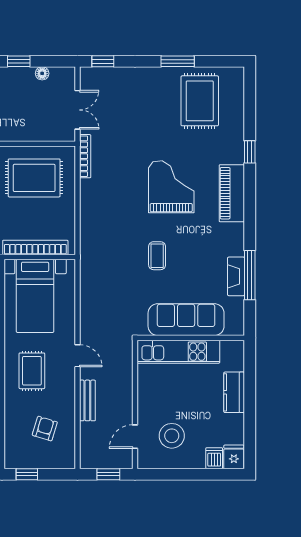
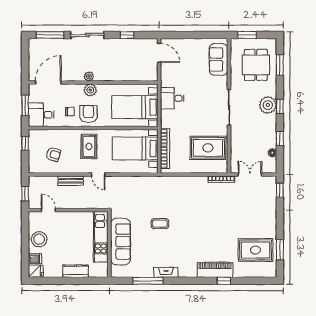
window: (178, 61) -> (280, 250), moved
double door: (77, 110) -> (250, 175), swing flipped
rug: (34, 178) -> (208, 148), turned 90
grand piano: (171, 187) -> (202, 232), removed
piano: (232, 193) -> (215, 270), moved
fireplace: (236, 276) -> (166, 272), moved
door: (77, 356) -> (98, 175), hinge flipped
rug: (32, 371) -> (89, 146), turned 90
stool: (172, 436) -> (39, 239), moved

